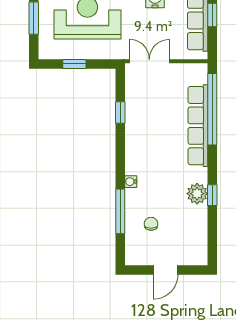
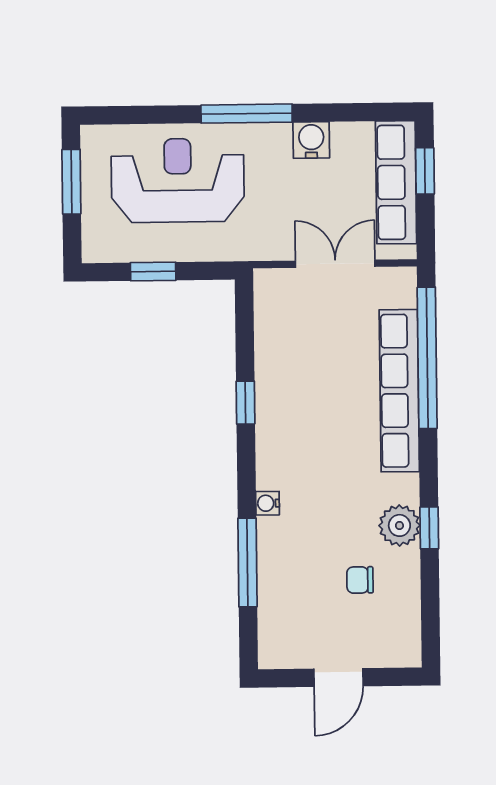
double door: (149, 61) -> (335, 264), moved
window: (120, 113) -> (245, 403), moved
chair: (151, 224) -> (360, 580), moved, turned -90

